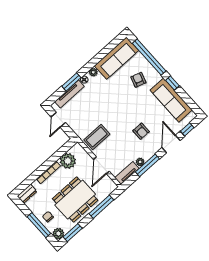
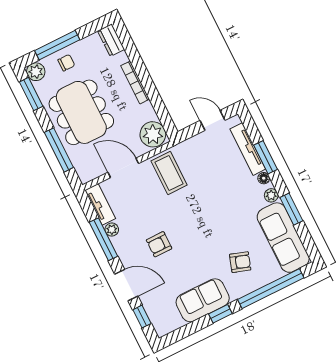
window: (98, 58) -> (291, 209), added
sofa: (171, 100) -> (203, 300), width x0.73
plant: (68, 161) -> (153, 134), moved

